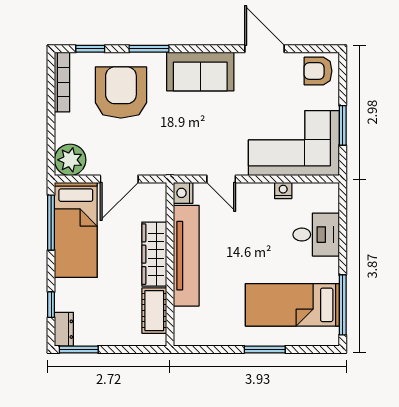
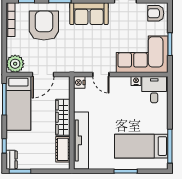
desk: (316, 235) -> (154, 90), moved, turned -90
tv unit: (186, 256) -> (81, 140), moved

